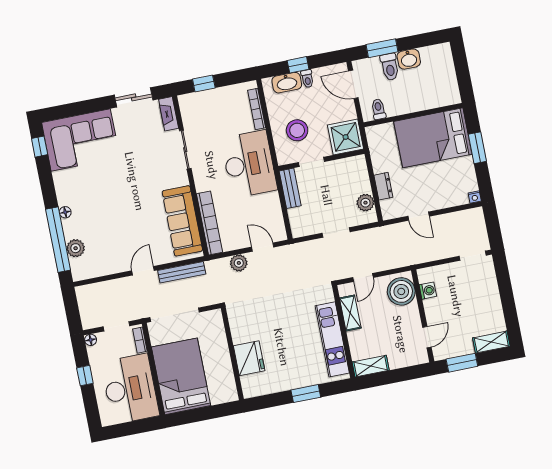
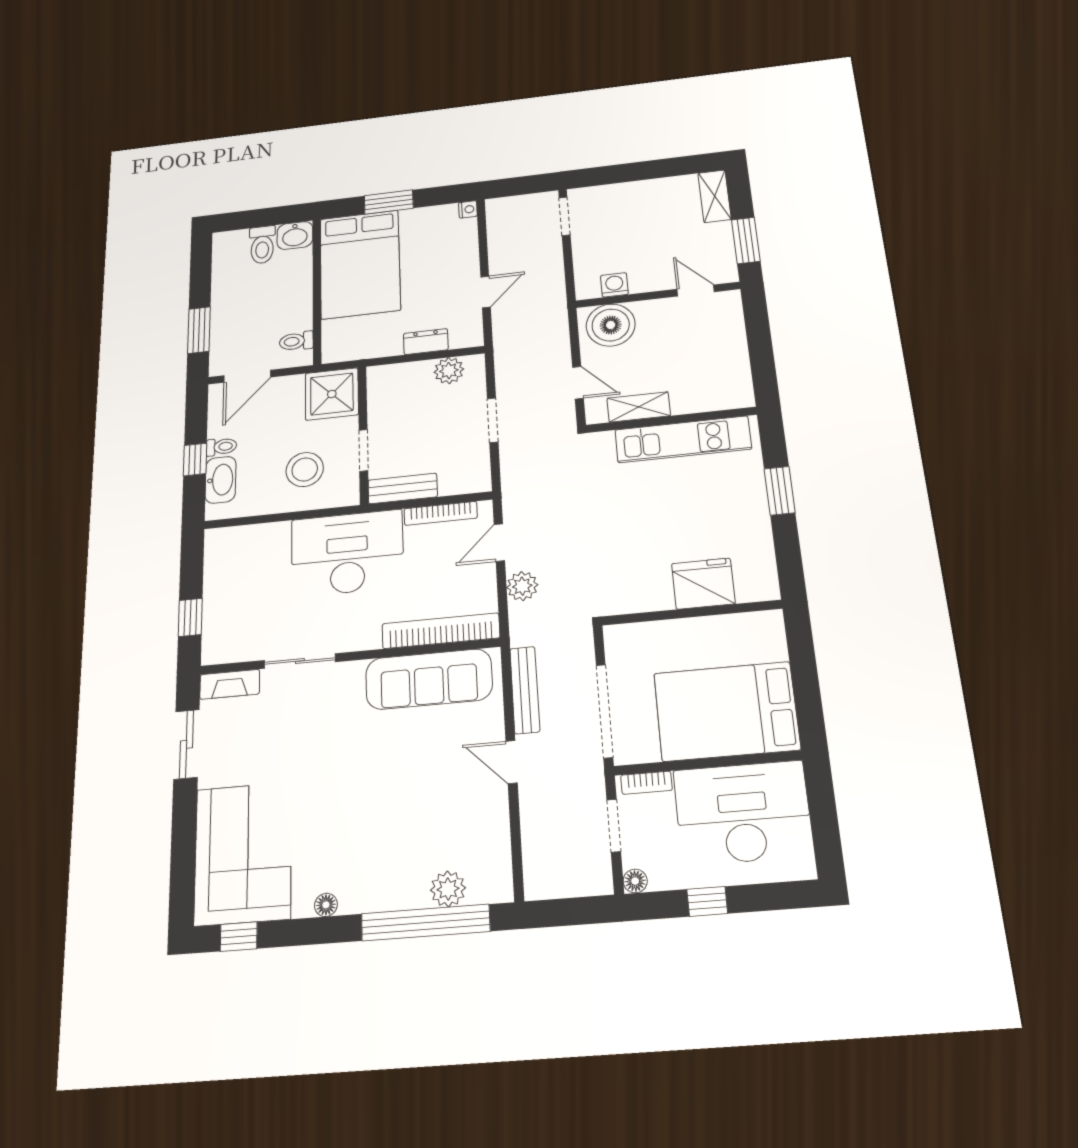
washbasin: (409, 59) -> (295, 235), moved, turned 90
toilet: (390, 67) -> (262, 245), moved, turned 90
bookcase: (257, 109) -> (441, 513), moved
floor lamp: (65, 212) -> (326, 905), moved
shelving: (371, 366) -> (738, 381), removed

